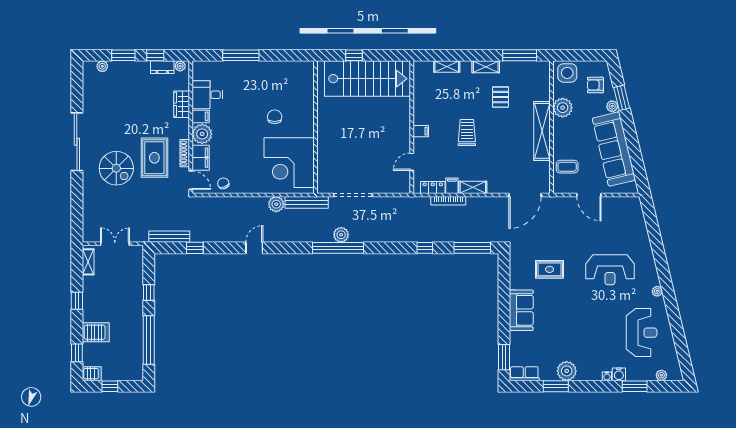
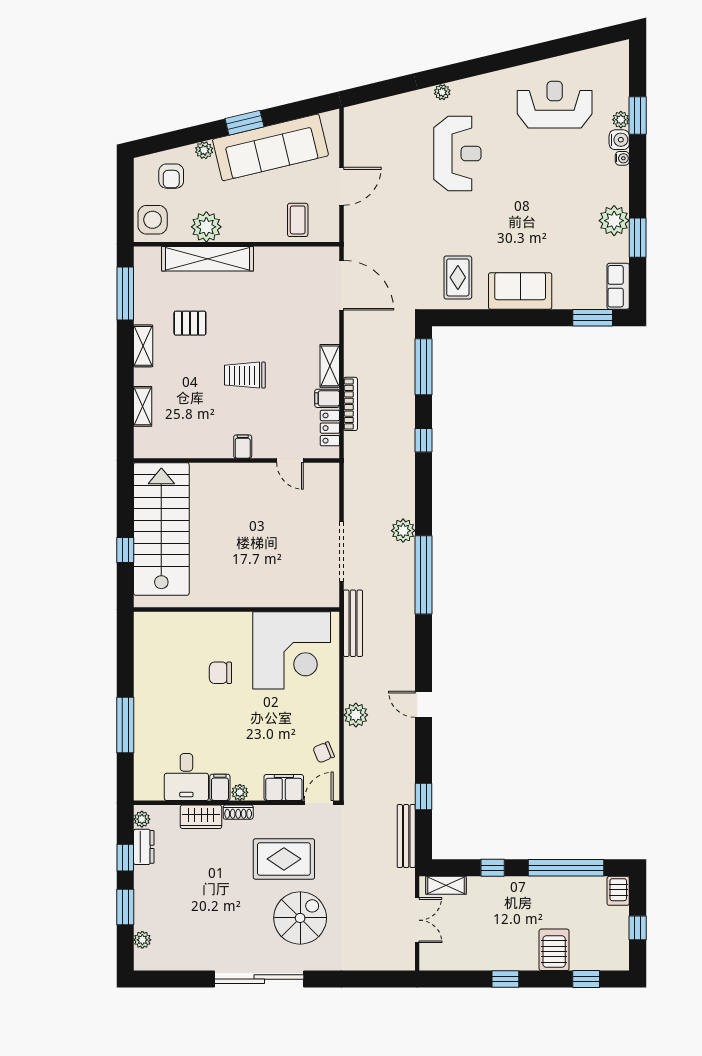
window: (622, 98) -> (244, 123), moved
shelving: (542, 131) -> (208, 259), moved
plant: (202, 134) -> (240, 792), width x0.53, depth x0.53
shoe rack: (185, 153) -> (238, 812), moved, width x0.70
plant: (276, 204) -> (356, 715), moved
plant: (341, 235) -> (403, 531), moved
double door: (115, 244) -> (417, 920), swing flipped
shelving: (88, 262) -> (446, 885), moved
rug: (550, 269) -> (458, 277), moved
plant: (657, 291) -> (442, 92), moved
server rack: (92, 374) -> (618, 891), moved, turned 180
plant: (661, 375) -> (621, 120), moved

